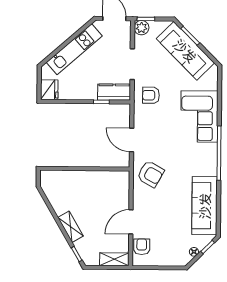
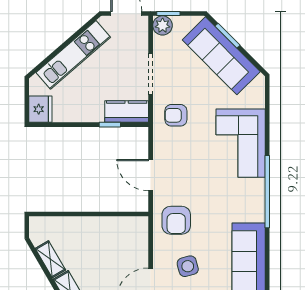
armchair: (150, 174) -> (176, 220), turned 61
shelving: (56, 203) -> (50, 259), added
side table: (159, 209) -> (188, 266), added

